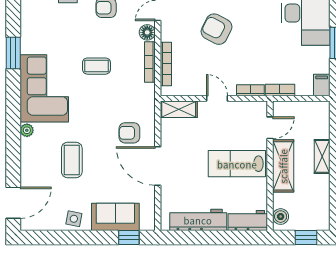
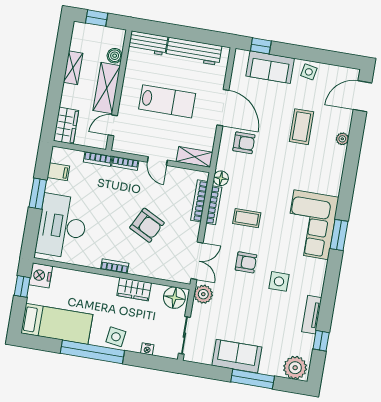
floor lamp: (147, 32) -> (221, 178), moved
coffee table: (96, 66) -> (247, 218), moved
filing cabinet: (322, 85) -> (58, 172), moved, turned -90
corner sofa: (44, 88) -> (311, 225), moved
wardrobe: (319, 119) -> (66, 126), added
plant: (27, 130) -> (342, 139), moved
shelving: (322, 156) -> (73, 68), moved
lab bench: (237, 164) -> (167, 101), moved
boiler: (281, 217) -> (115, 56), moved

